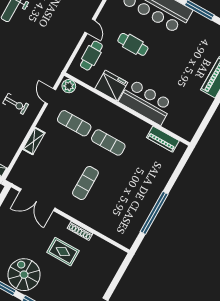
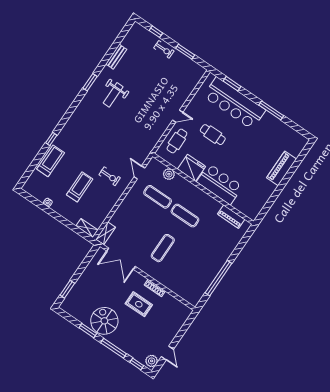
door: (90, 26) -> (178, 116), hinge flipped
plant: (69, 86) -> (169, 174), moved
shelving: (34, 141) -> (106, 233), moved

